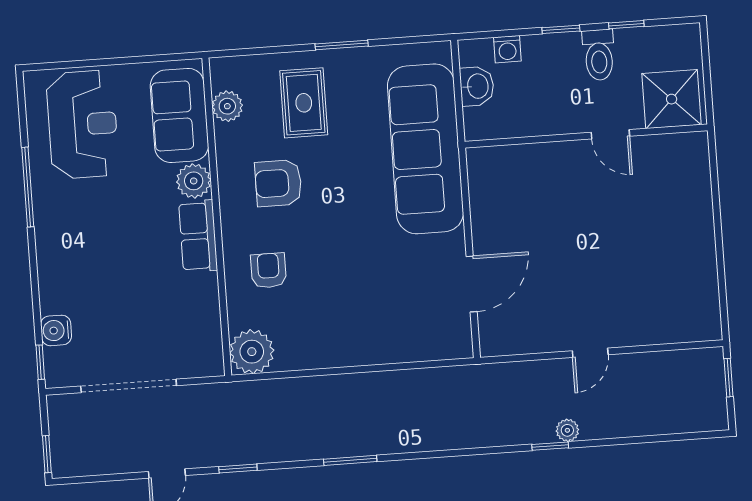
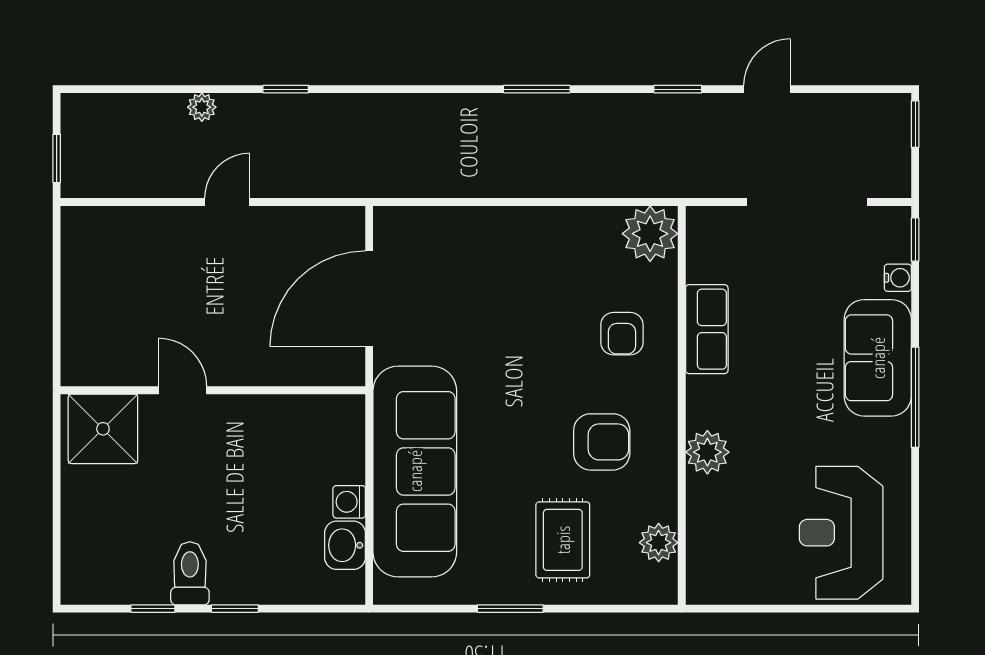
washing machine: (507, 49) -> (349, 502), moved, turned -90
shower: (672, 99) -> (103, 429), moved
sofa: (179, 115) -> (878, 358), moved, turned 180
door: (610, 134) -> (183, 390), moved
wall: (586, 136) -> (213, 390), moved
window: (28, 187) -> (915, 397), moved
row of seats: (198, 236) -> (707, 329), moved
door: (472, 284) -> (369, 299), width x1.36
water cooler: (56, 330) -> (898, 278), width x0.72, depth x0.72
plant: (567, 430) -> (202, 107), moved

